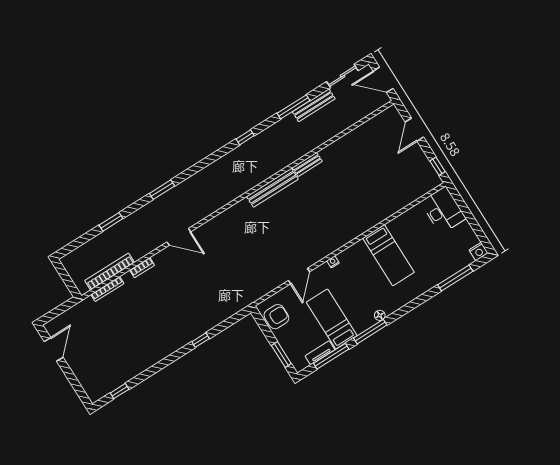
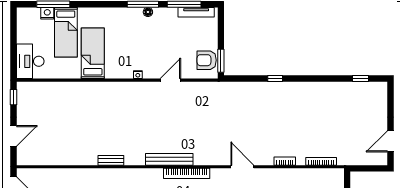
bench: (272, 188) -> (169, 159), moved
nightstand: (479, 251) -> (47, 13), moved
bookcase: (110, 272) -> (187, 173), moved
floor lamp: (380, 315) -> (148, 12), moved
bed: (332, 319) -> (66, 32), moved
tv unit: (320, 353) -> (196, 12), width x1.41
window: (281, 354) -> (221, 61), moved

